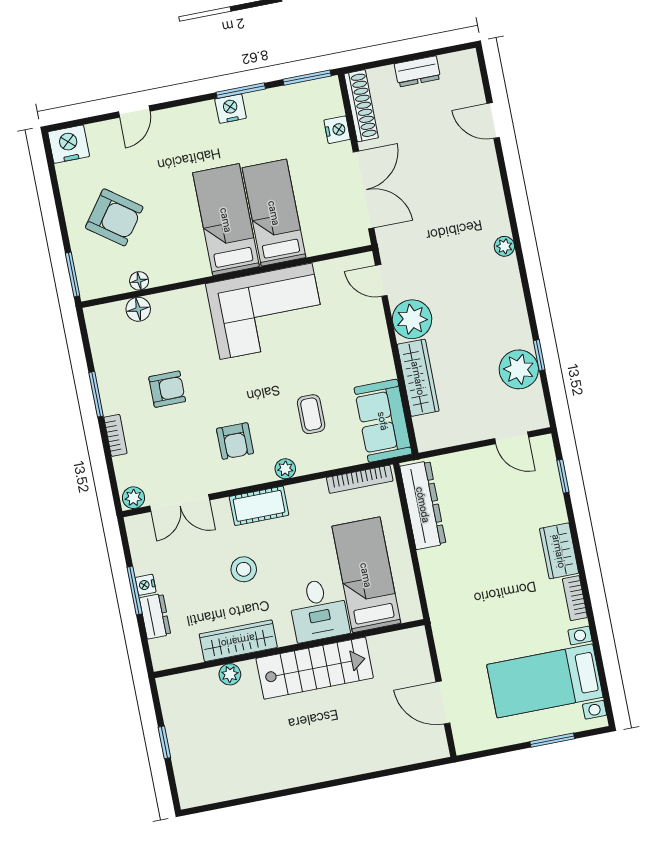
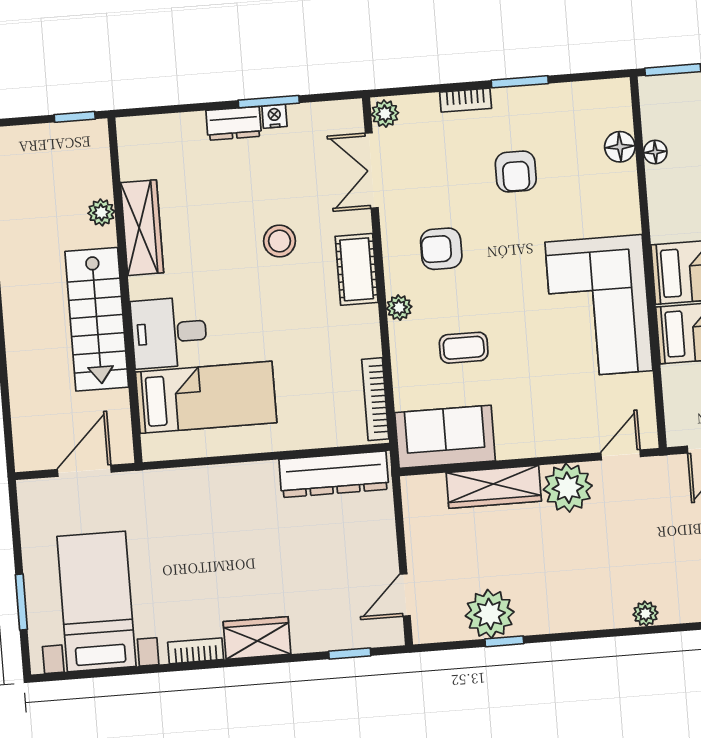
bed: (366, 575) -> (206, 397), moved
desk: (319, 610) -> (169, 333), moved
wardrobe: (238, 641) -> (142, 228), moved
wall: (289, 649) -> (125, 290), moved
stairs: (315, 668) -> (97, 319), moved
plant: (230, 674) -> (101, 212), moved

